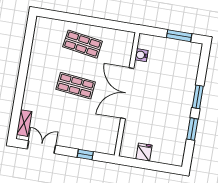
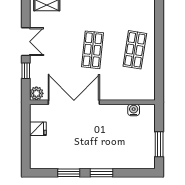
double door: (127, 93) -> (74, 102), moved
double door: (41, 147) -> (26, 42), moved
plant: (109, 148) -> (36, 93), added

